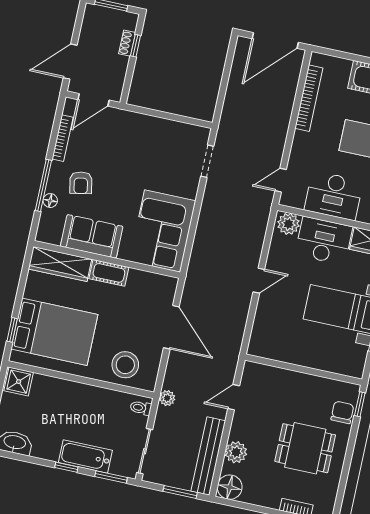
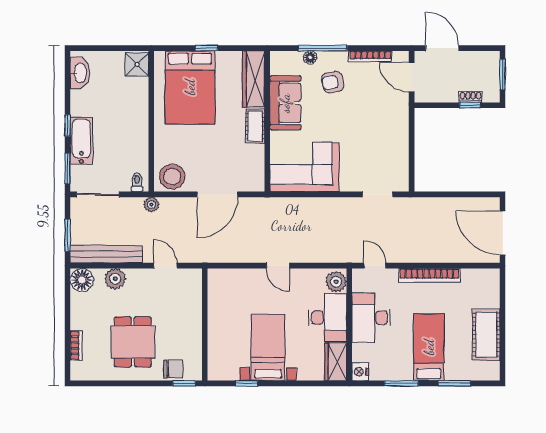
bookcase: (309, 98) -> (429, 275), moved
window: (12, 330) -> (206, 48), moved
stool: (125, 365) -> (172, 177), moved

